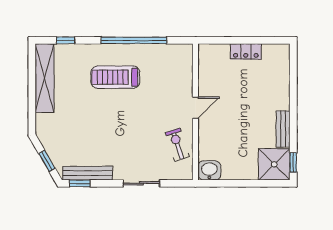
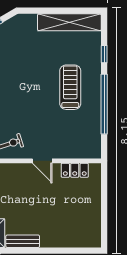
window: (65, 40) -> (104, 54), moved
locker: (246, 51) -> (75, 170), moved, turned -90

